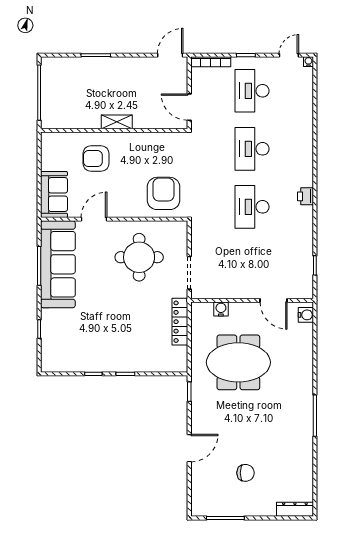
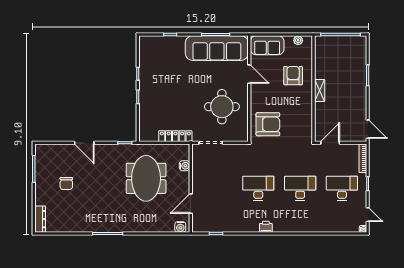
plant: (47, 152) -> (298, 40), added

